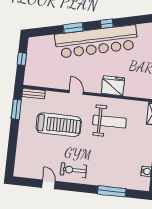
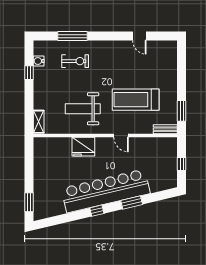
exercise bike: (74, 170) -> (75, 61), moved

